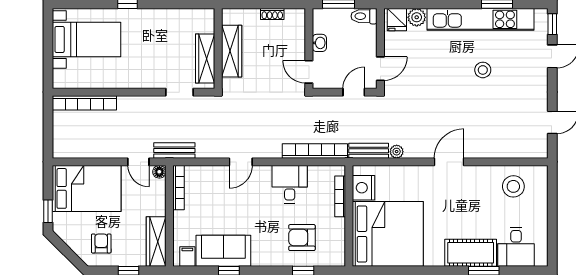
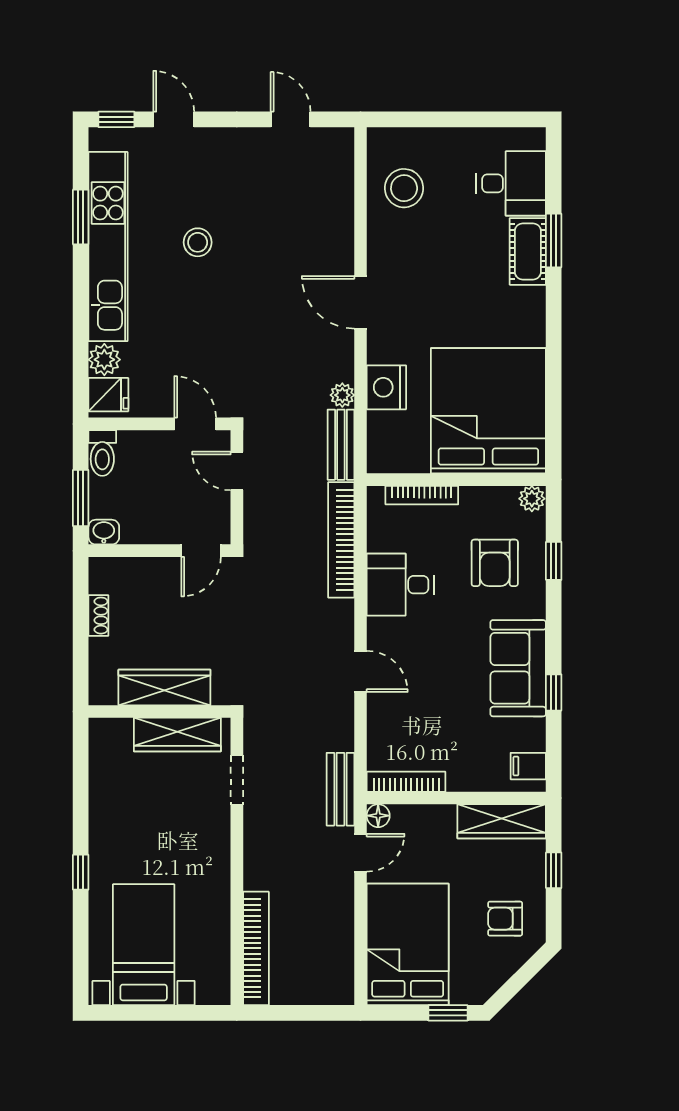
washbasin: (319, 43) -> (104, 532), moved
nightstand: (364, 188) -> (386, 387), moved, turned 90
sofa: (223, 251) -> (518, 668), moved
cot: (471, 253) -> (528, 251), width x0.73, depth x0.75
plant: (338, 259) -> (532, 499), added

